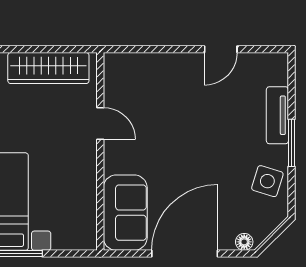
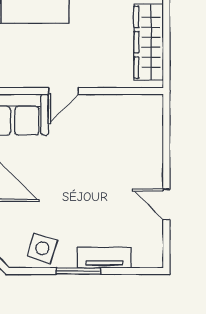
door: (100, 123) -> (63, 91), moved

